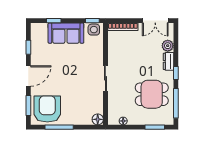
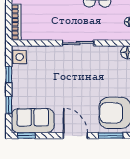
window: (92, 21) -> (9, 75), moved
sofa: (66, 33) -> (33, 121), moved, turned -90
window: (28, 47) -> (26, 136), moved

